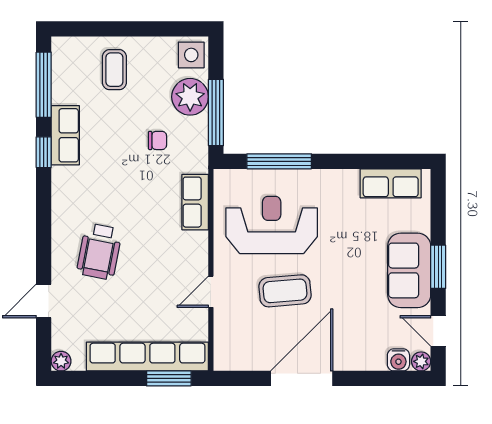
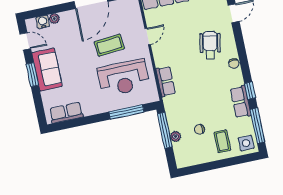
side table: (191, 55) -> (246, 143), moved
plant: (190, 97) -> (176, 136), width x0.53, depth x0.53
chair: (157, 140) -> (199, 129), moved
chair: (63, 208) -> (234, 63), added
plant: (421, 361) -> (54, 19), moved

